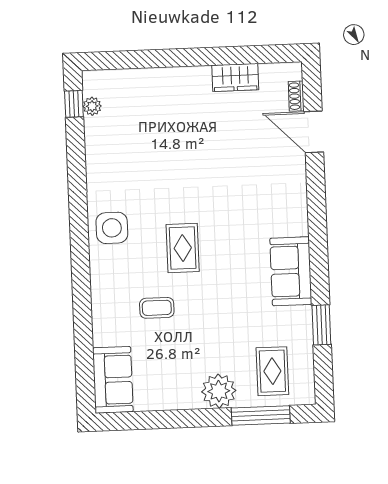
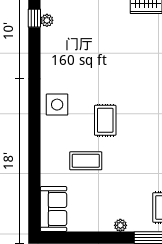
coffee table: (157, 308) -> (86, 161), width x1.36, depth x1.30
plant: (219, 391) -> (120, 225), width x0.53, depth x0.53

